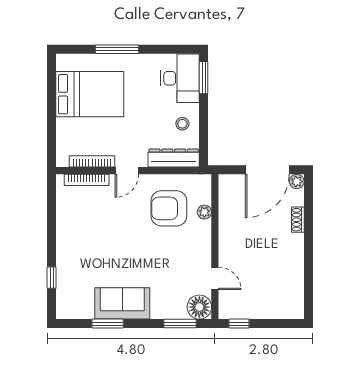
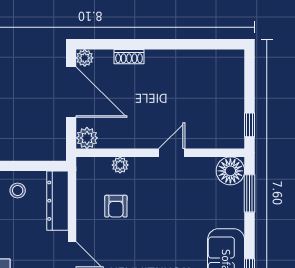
plant: (228, 183) -> (87, 138), added
armchair: (169, 208) -> (116, 206), width x0.53, depth x0.53
door: (215, 278) -> (172, 153), moved

